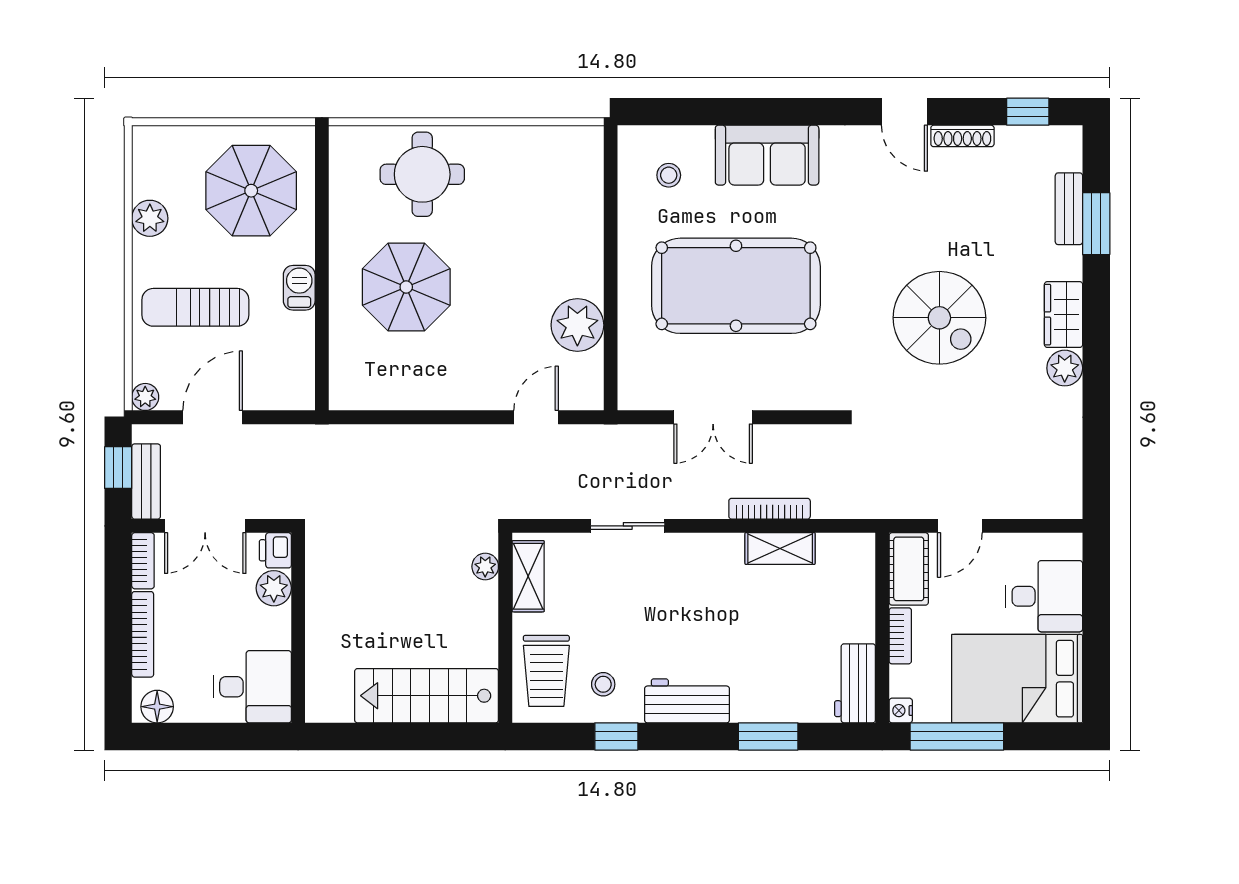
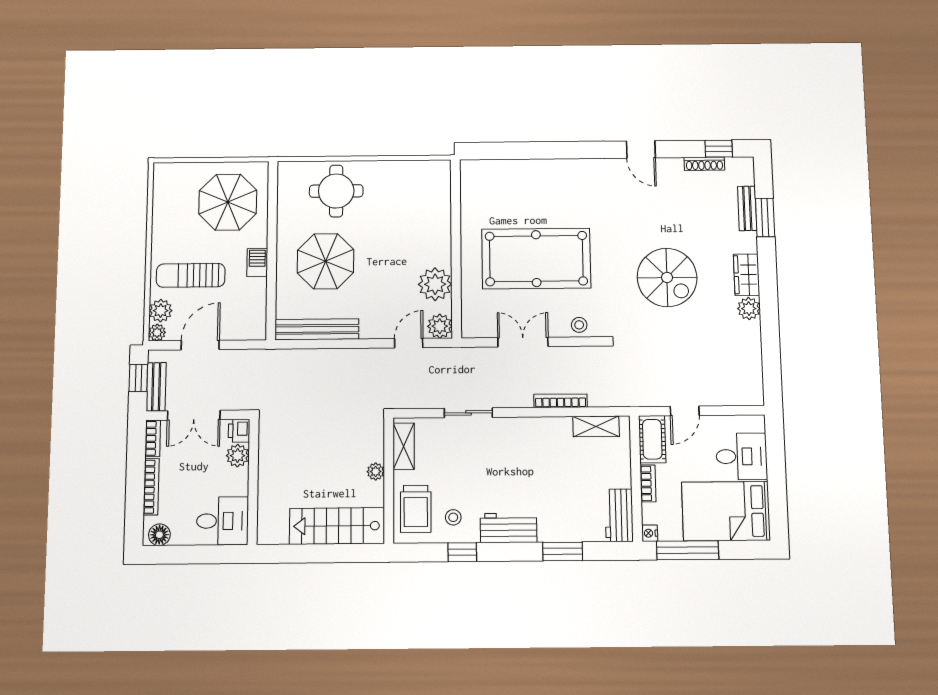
shoe rack: (962, 136) -> (704, 164), moved
sofa: (767, 155) -> (555, 177), removed
stool: (669, 175) -> (579, 325), moved
plant: (150, 218) -> (161, 311), moved
plant: (584, 391) -> (440, 326), added
bench: (394, 394) -> (317, 329), added
double door: (713, 417) -> (523, 342), swing flipped
shelving: (780, 548) -> (596, 426), moved
plant: (485, 567) -> (376, 472), moved

